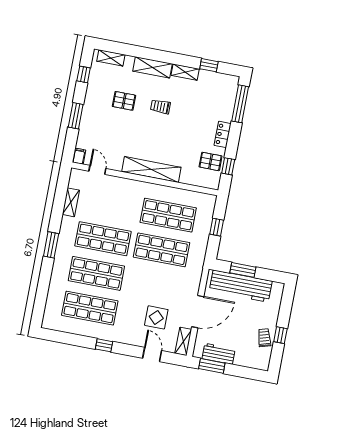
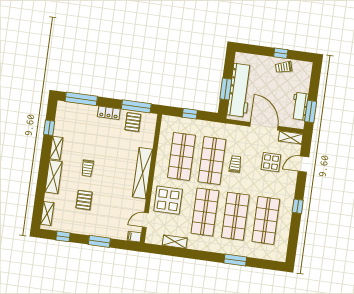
window: (228, 166) -> (136, 106), width x2.17
display table: (119, 197) -> (168, 200), added
window: (51, 245) -> (235, 260), moved
trolley: (156, 276) -> (235, 164), added

